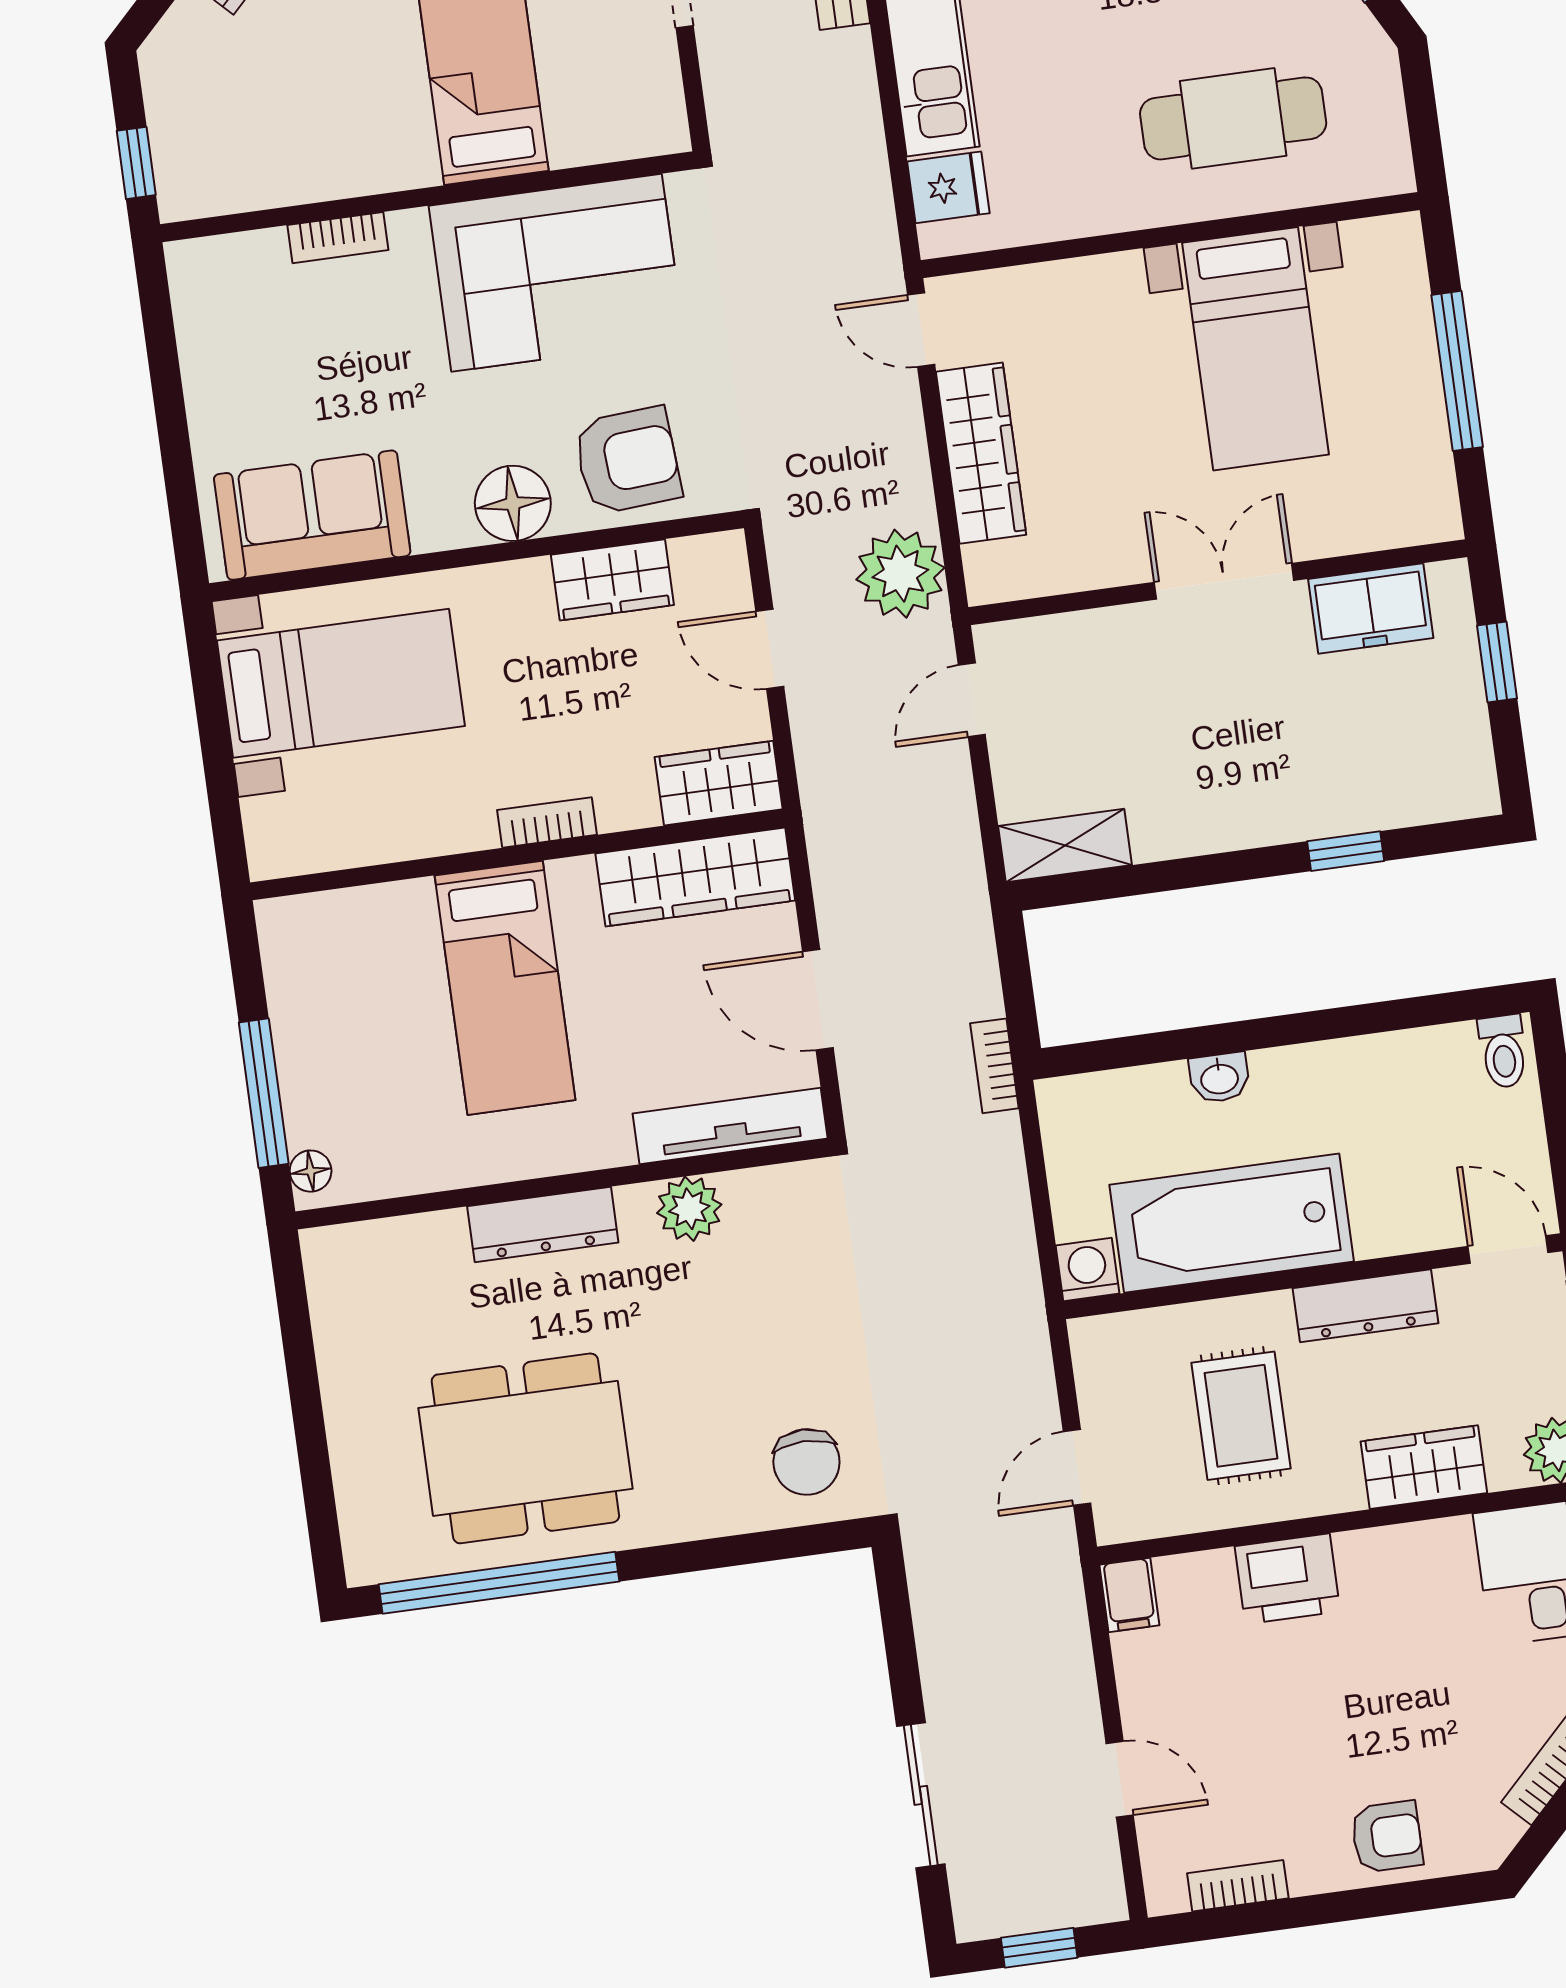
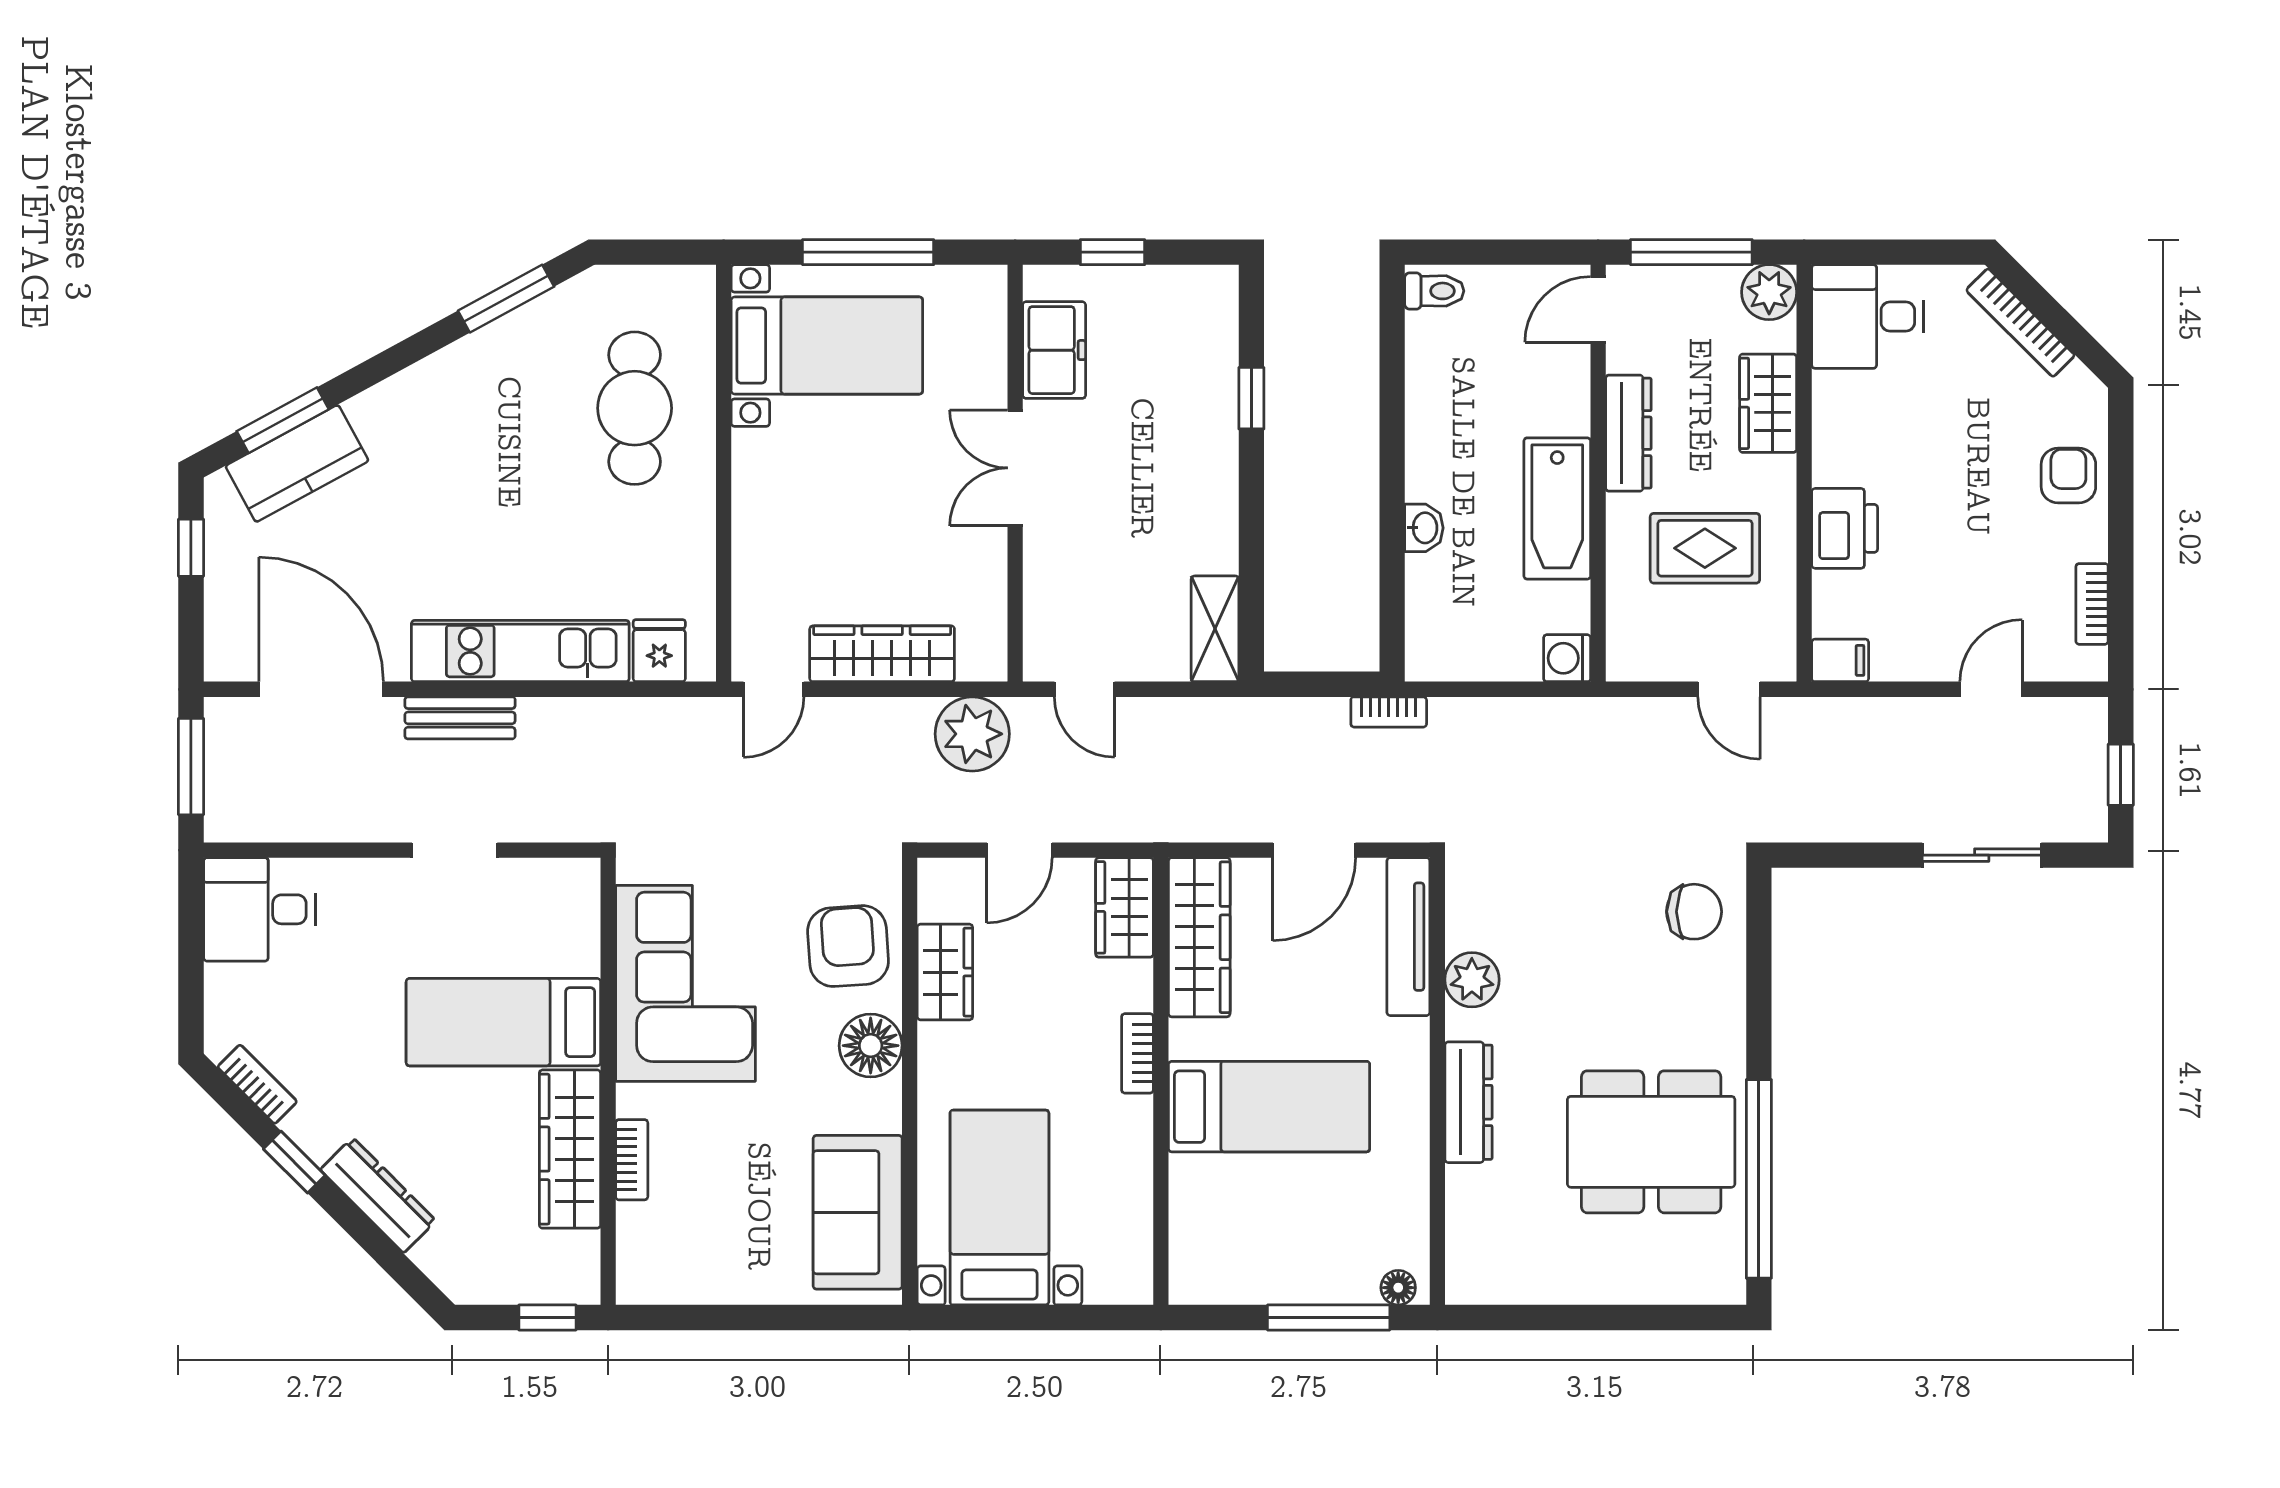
wardrobe: (340, 162) -> (570, 1149), added
bed with nightstands: (1256, 349) -> (827, 346), moved
bathtub: (1232, 1223) -> (1557, 508), width x0.73, depth x0.73
dining table: (525, 1448) -> (1651, 1142), turned 90

